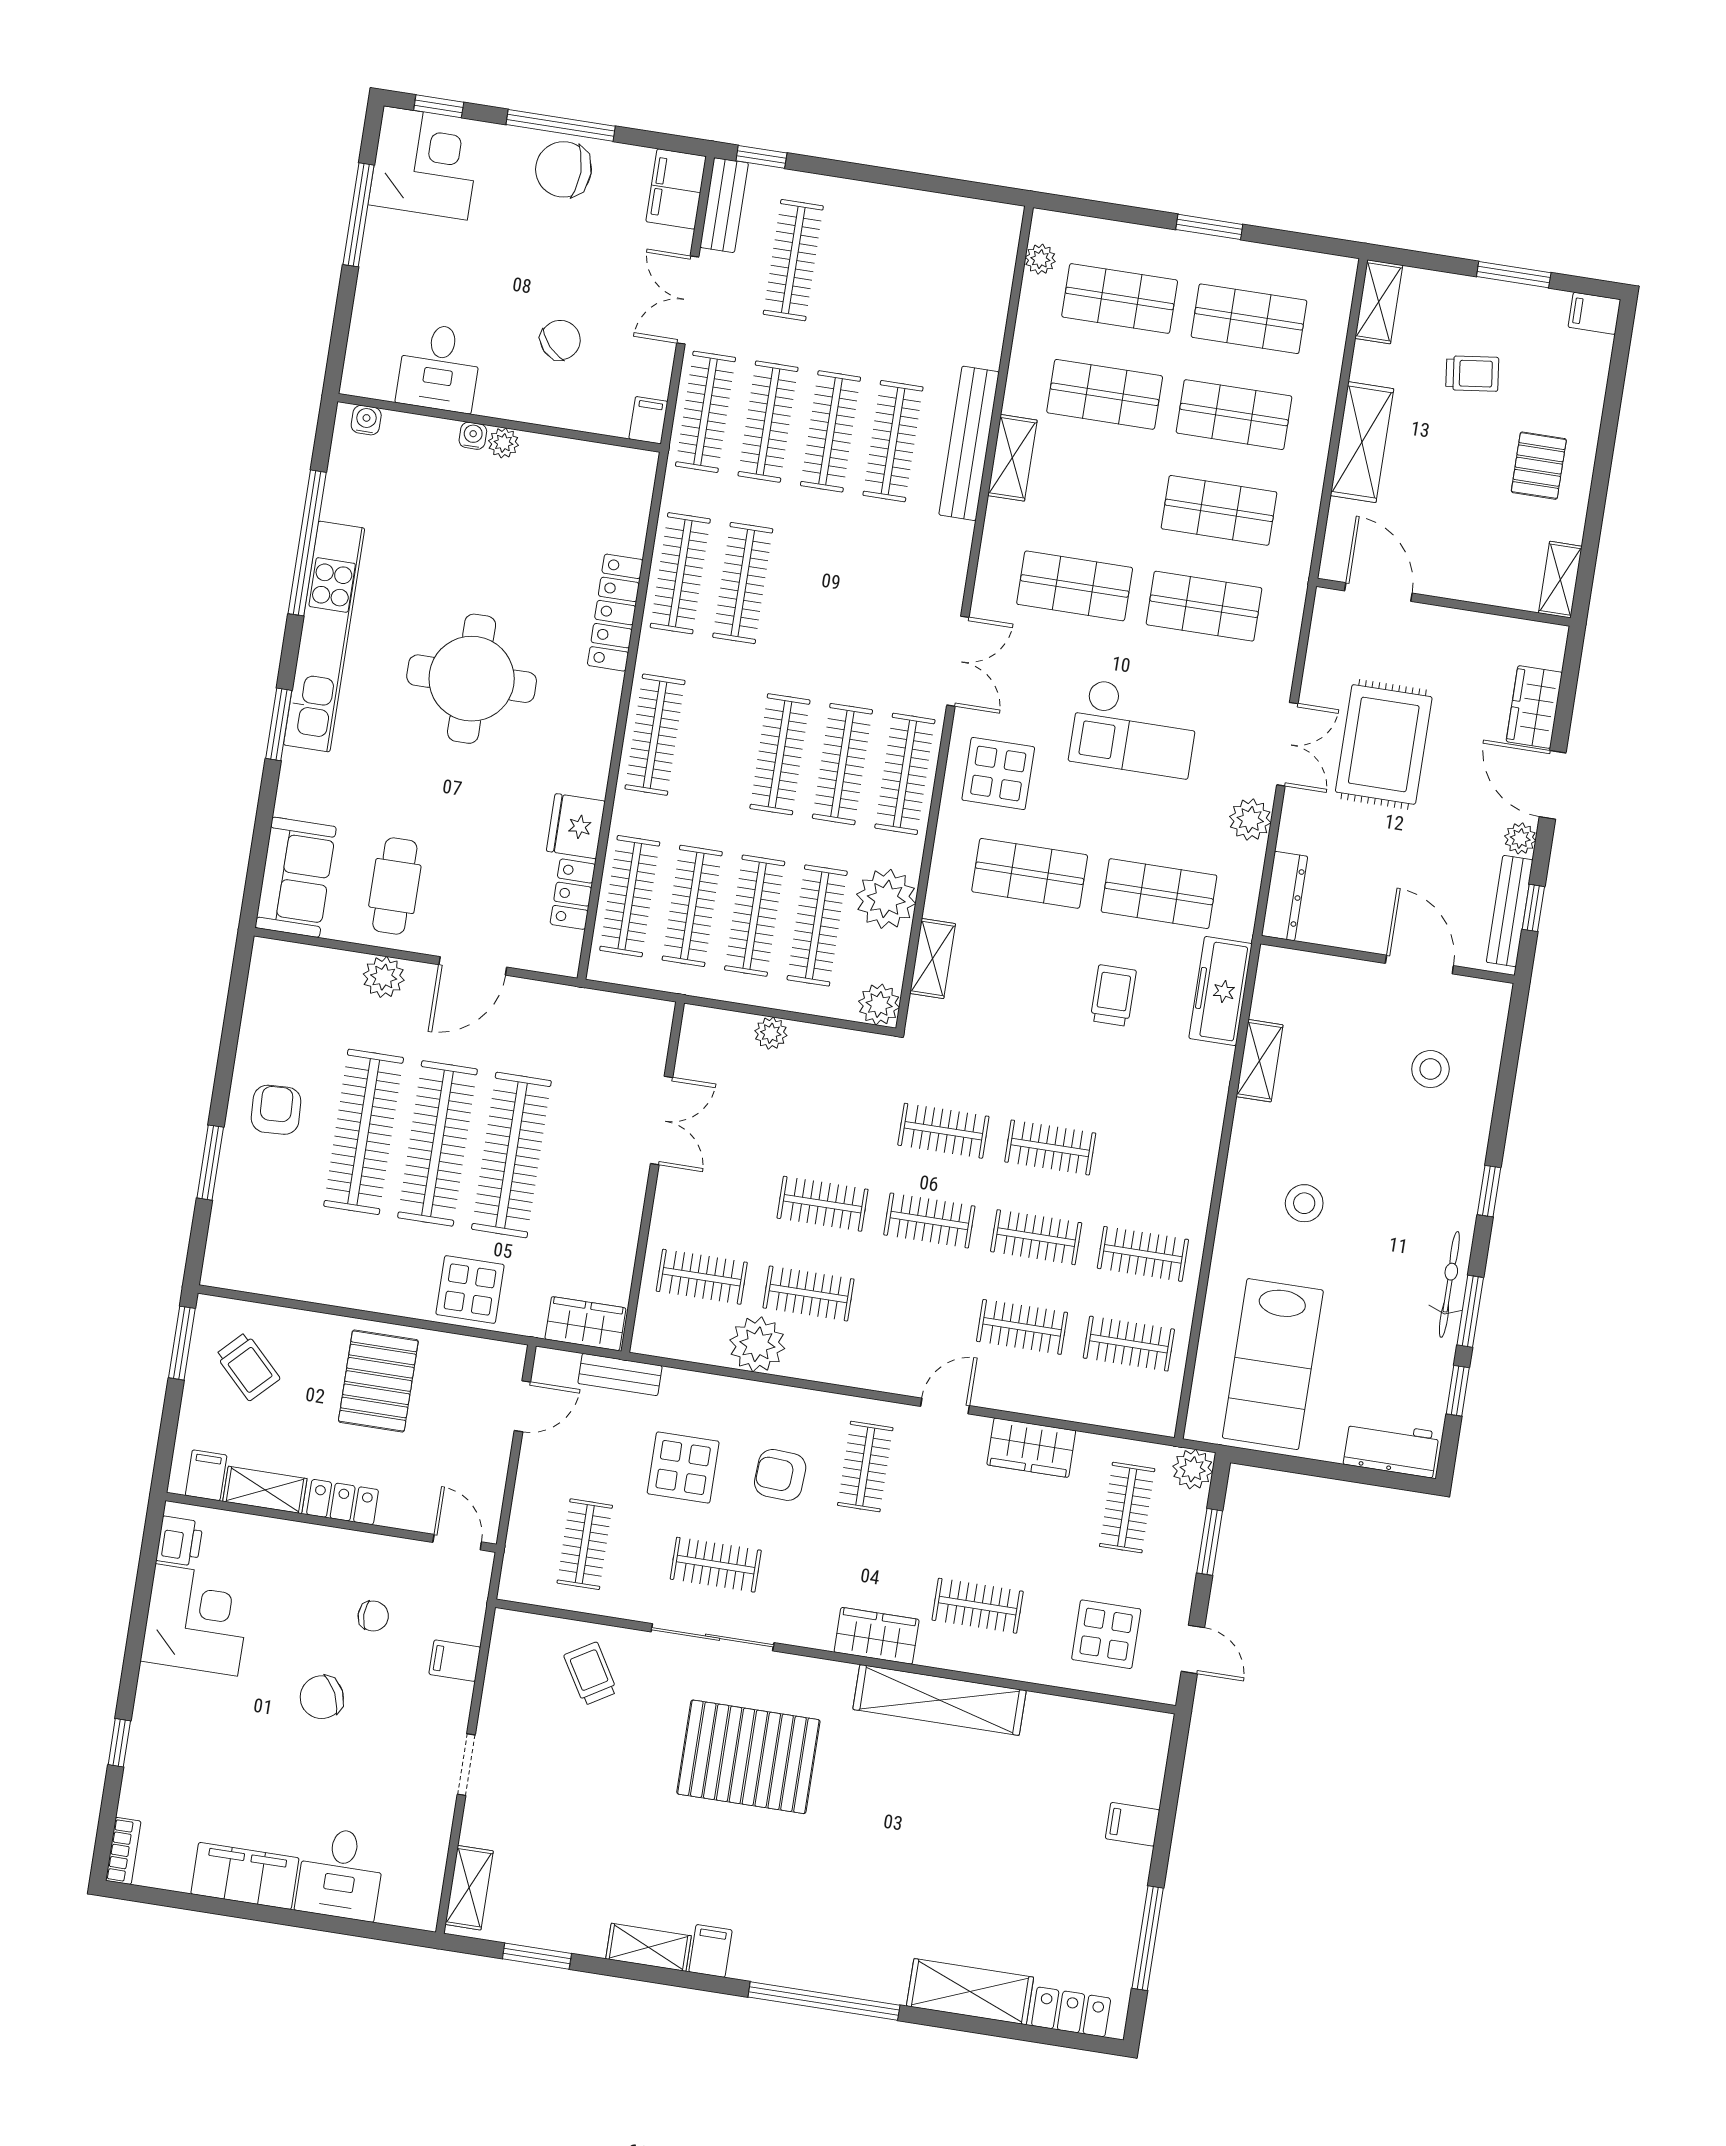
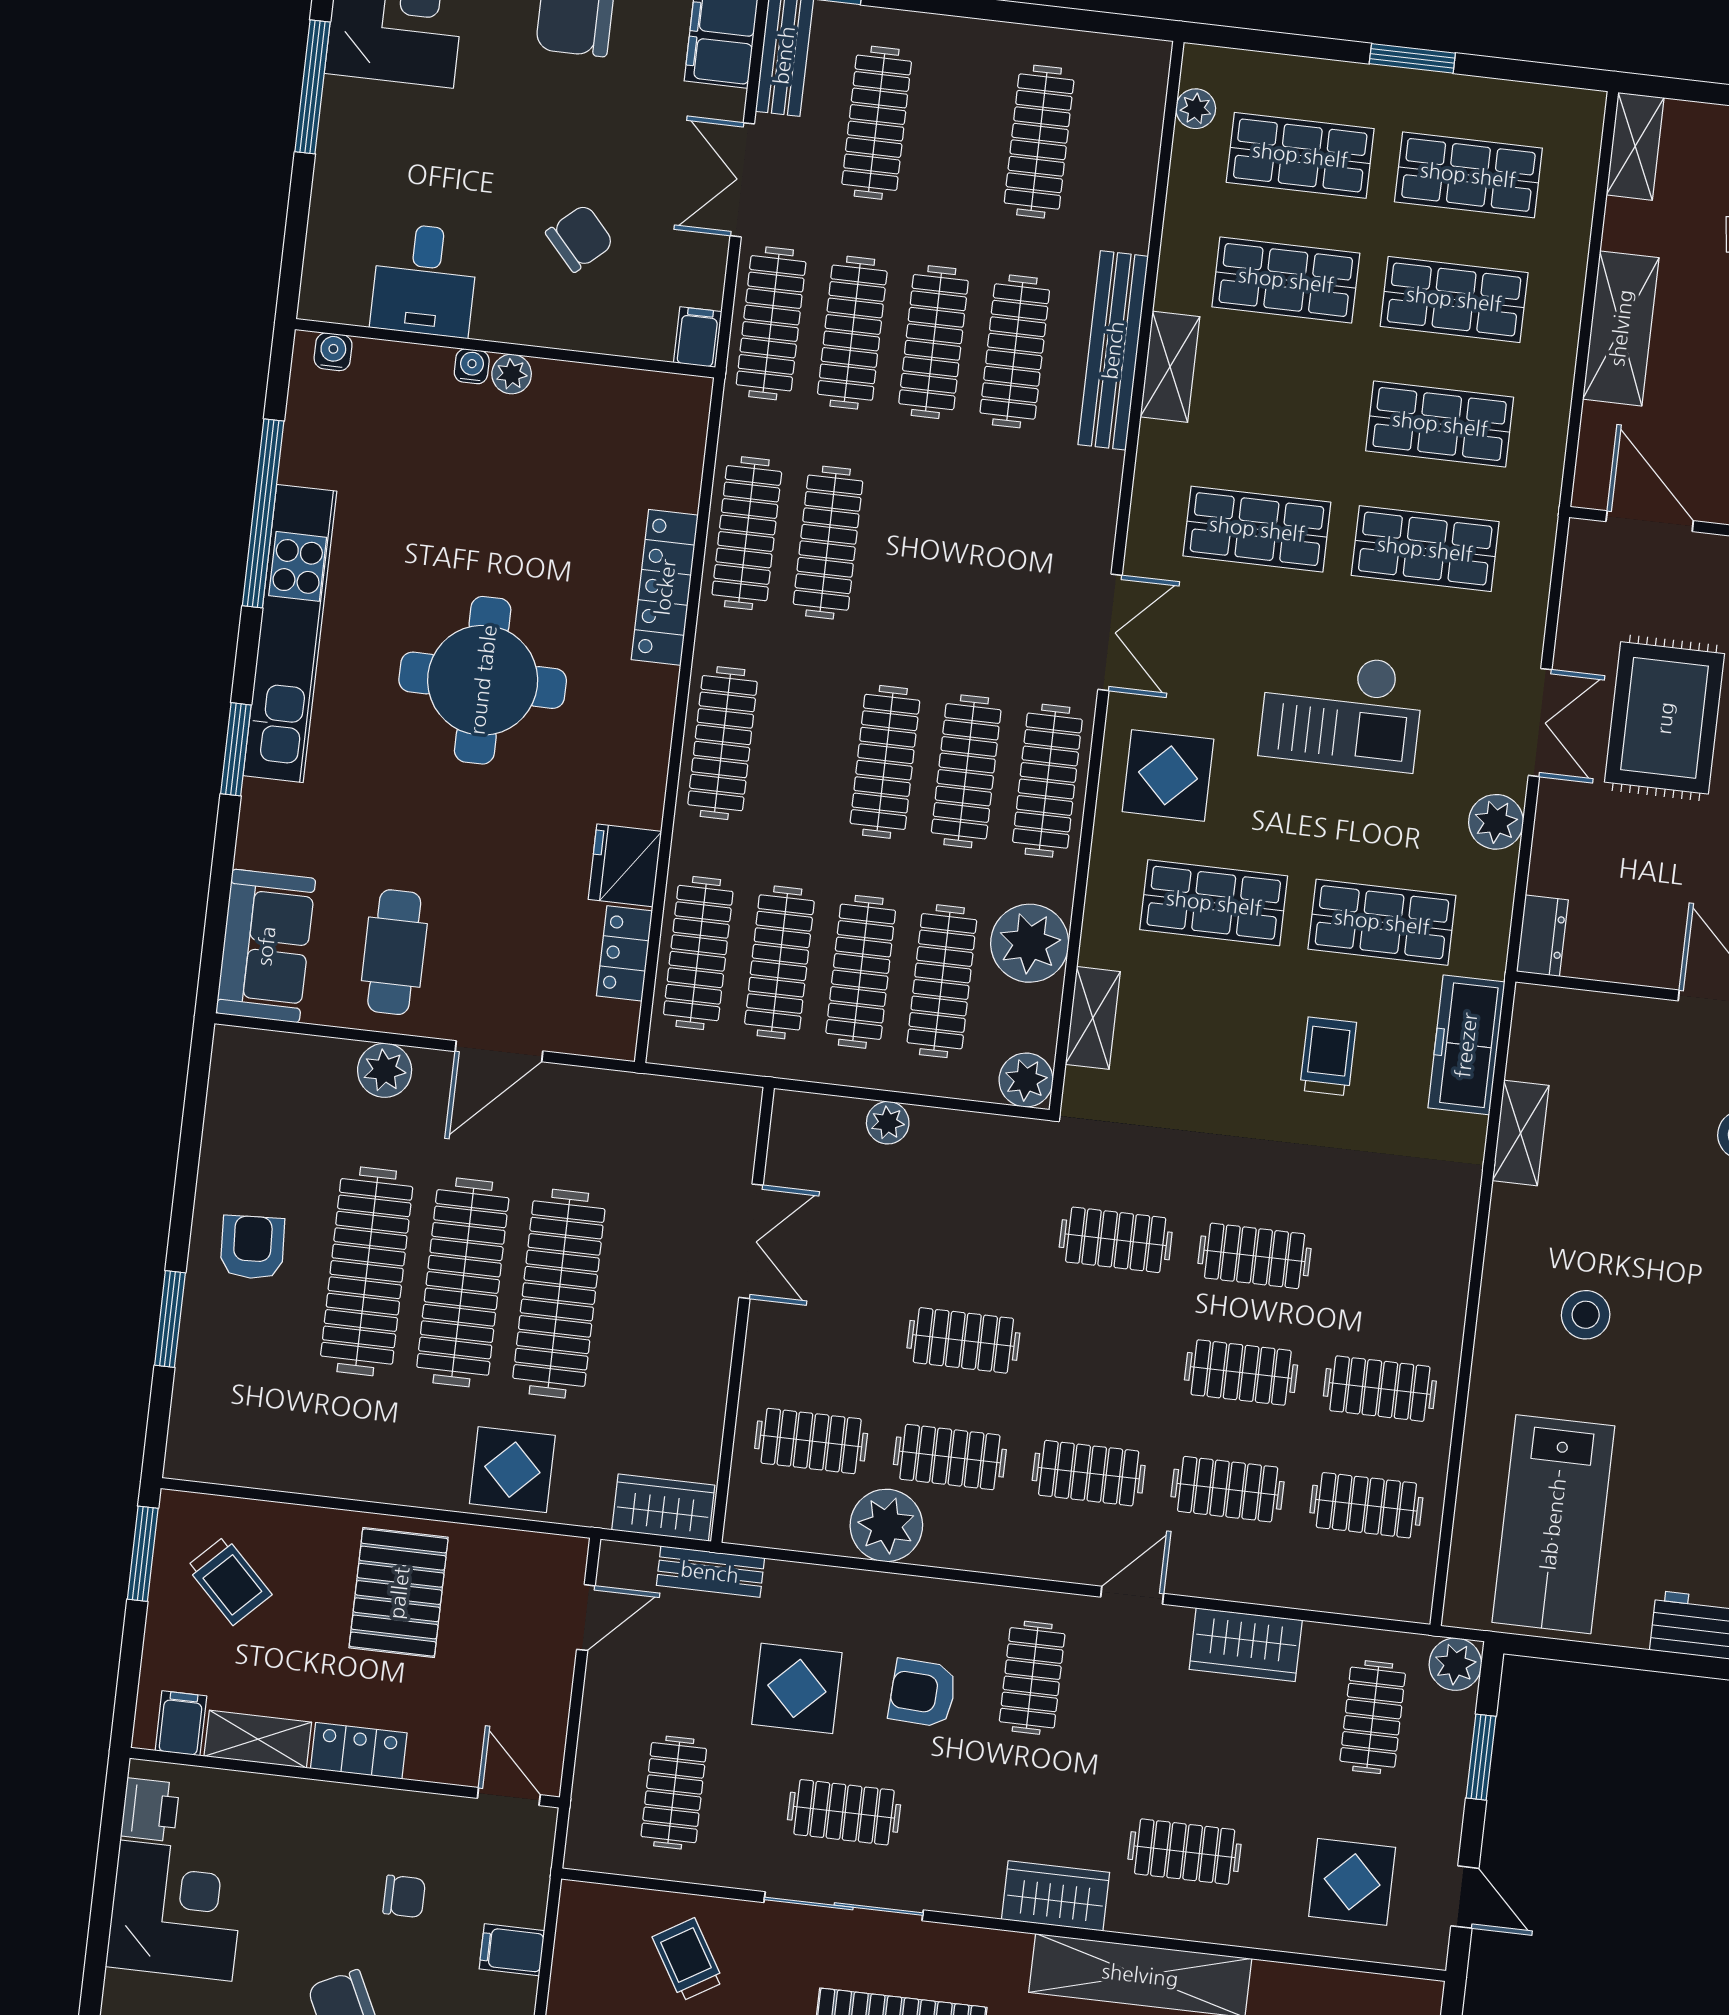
clothes rail: (918, 280) -> (1039, 142), added
dresser: (1285, 896) -> (1542, 936), width x0.70
clothes rail: (929, 1220) -> (1089, 1473), moved

